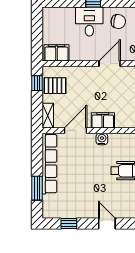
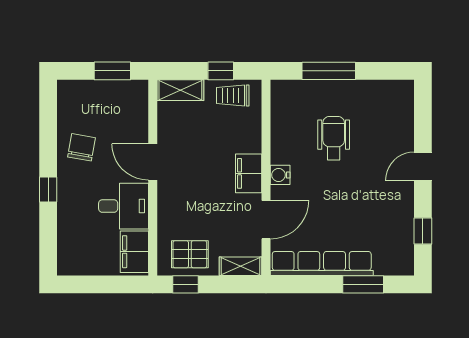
desk: (89, 22) -> (124, 206), moved, turned 180
pallet: (55, 86) -> (190, 254), turned 90
door: (75, 131) -> (266, 220), swing flipped

